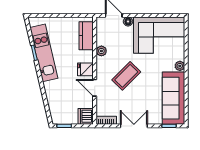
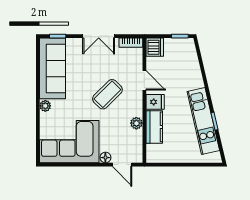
kitchen counter: (86, 36) -> (154, 127), moved

